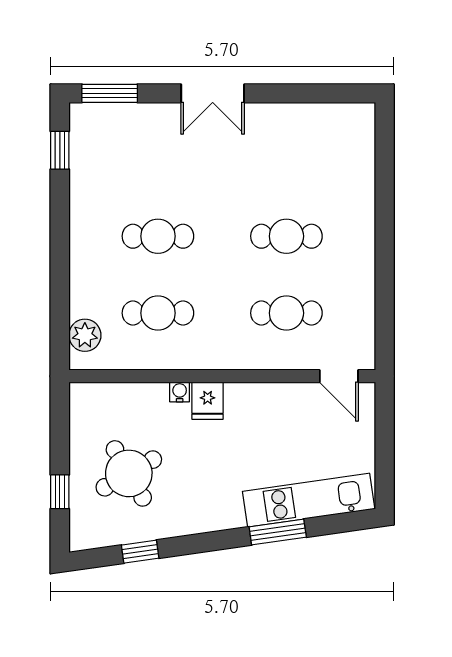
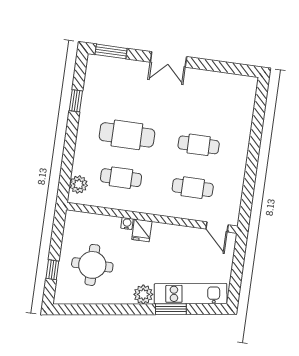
window: (60, 150) -> (76, 101), moved
cafe table: (158, 236) -> (127, 135), width x1.37, depth x1.35
round table: (129, 473) -> (92, 265), turned 30
plant: (226, 513) -> (143, 294), added
window: (140, 552) -> (93, 309), removed

